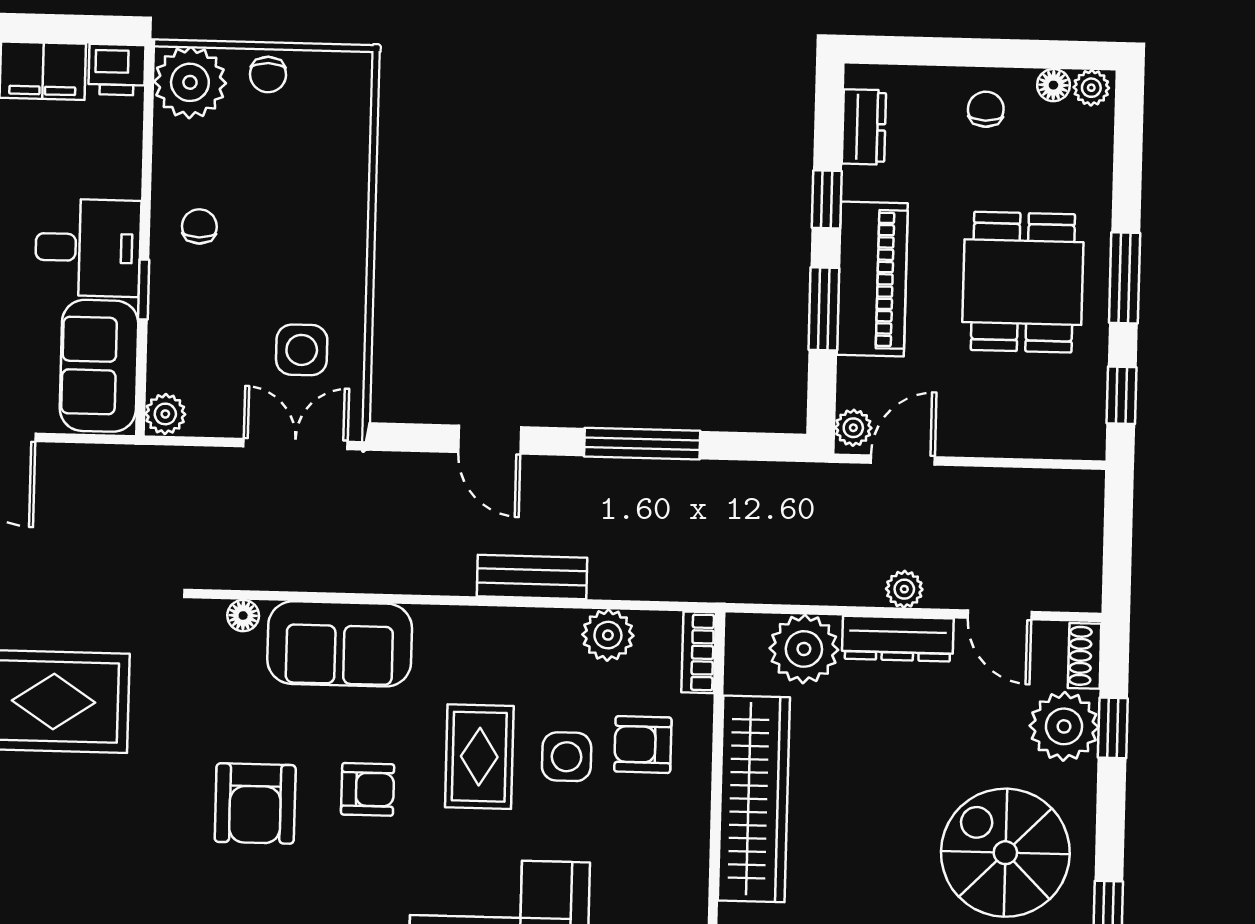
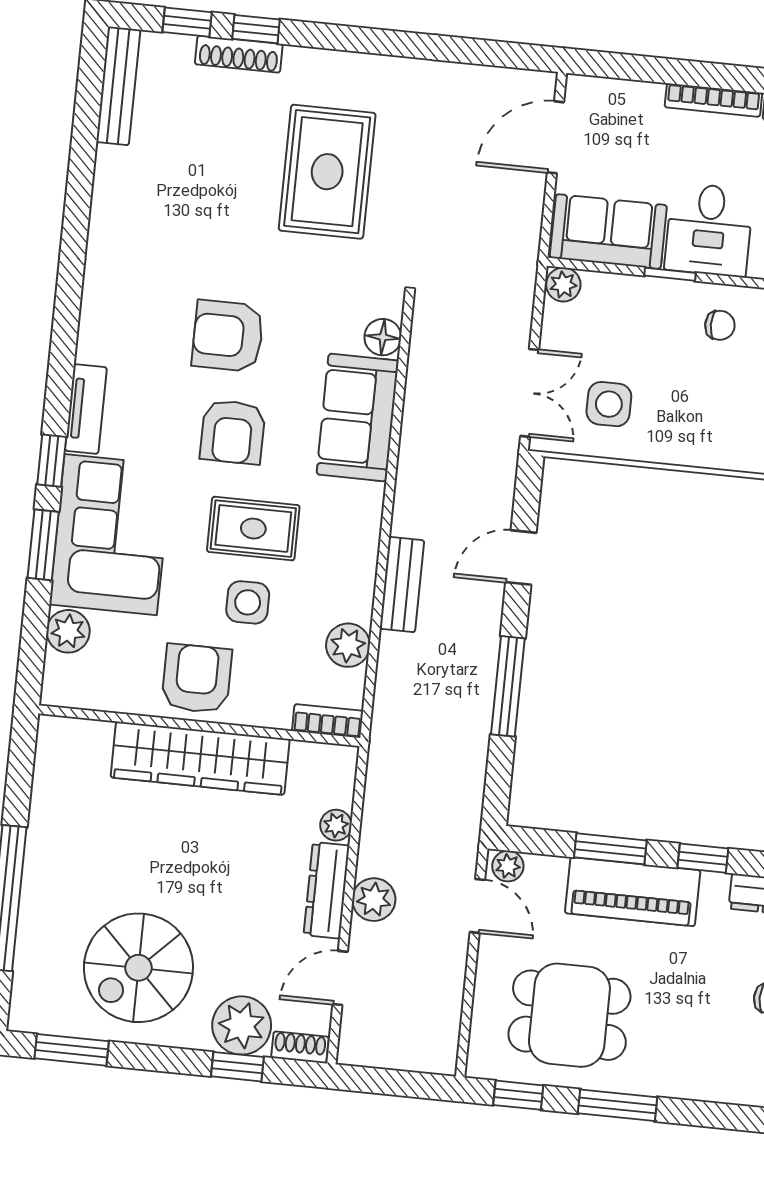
dining table: (1023, 282) -> (569, 1015), moved
plant: (904, 589) -> (374, 900), width x1.38, depth x1.38
floor lamp: (243, 616) -> (383, 337), width x1.37, depth x1.37
plant: (804, 649) -> (336, 825), width x0.53, depth x0.53
armchair: (643, 745) -> (197, 679), moved, width x1.38, depth x1.38
armchair: (368, 789) -> (233, 432), width x1.38, depth x1.38
spiral stairs: (1005, 853) -> (138, 968), turned 180

